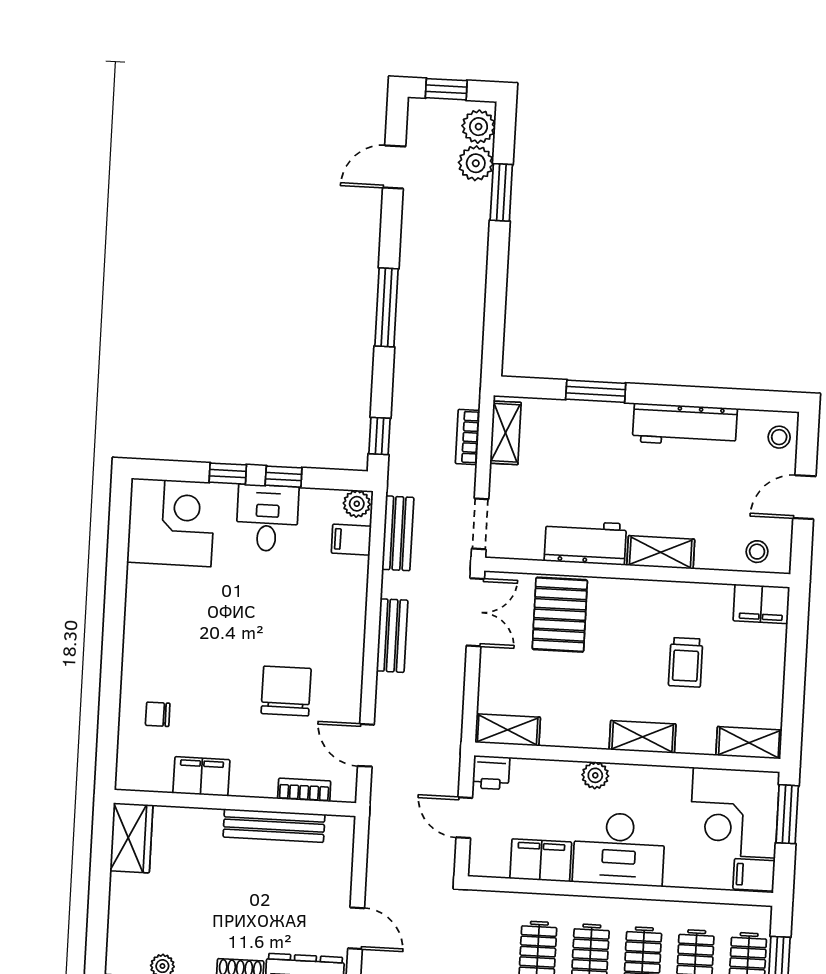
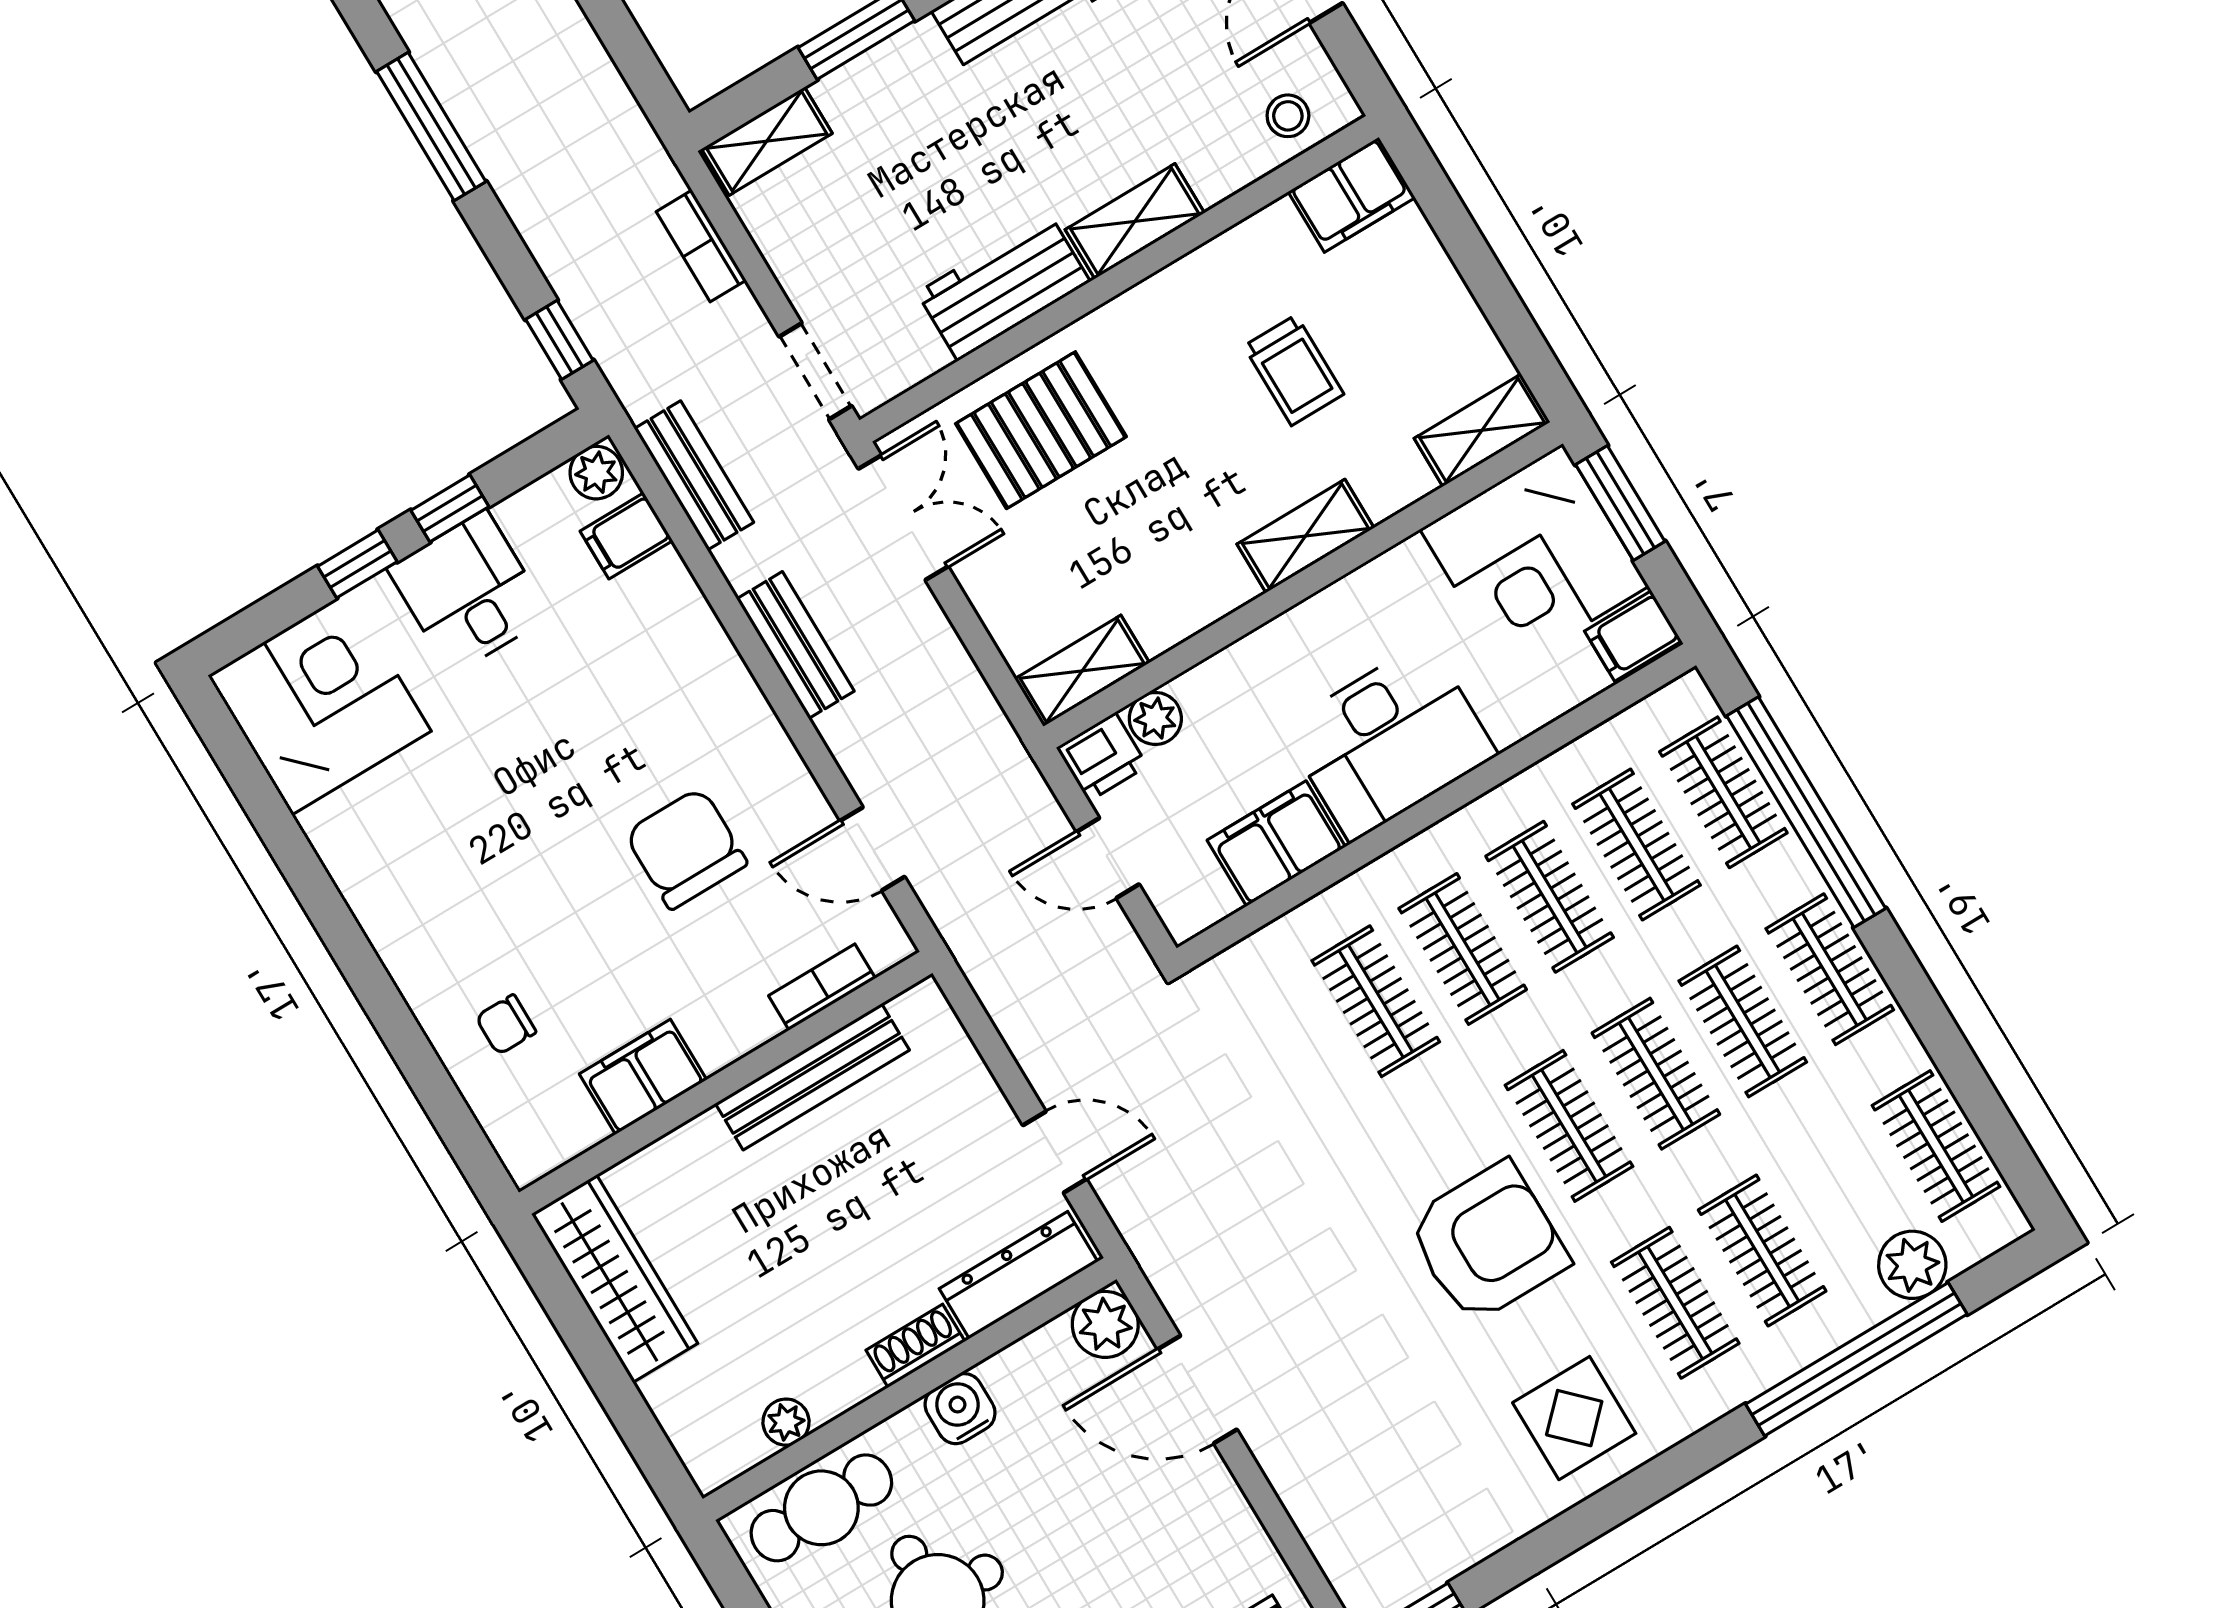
shelving: (506, 433) -> (767, 141), moved, turned 90
pallet: (560, 615) -> (1041, 430), turned 90
plant: (595, 775) -> (1155, 718), moved
wardrobe: (131, 838) -> (615, 1279), width x1.50

